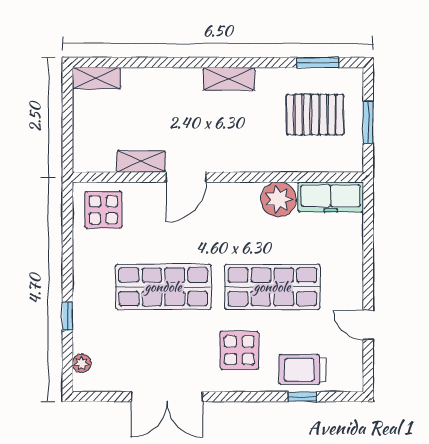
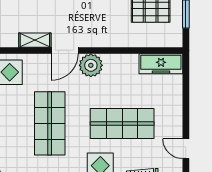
plant: (278, 199) -> (91, 65), moved
shop shelf: (163, 287) -> (50, 123), turned 90

